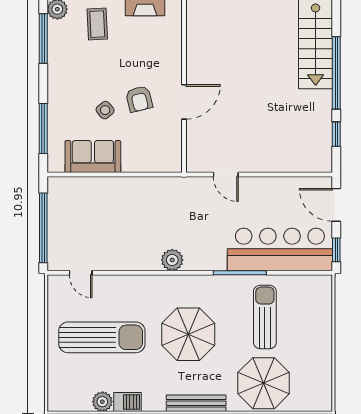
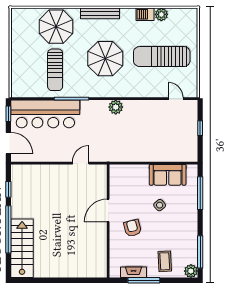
armchair: (139, 99) -> (133, 228), moved
door: (226, 174) -> (81, 163), hinge flipped
window: (43, 228) -> (200, 128), width x0.32

